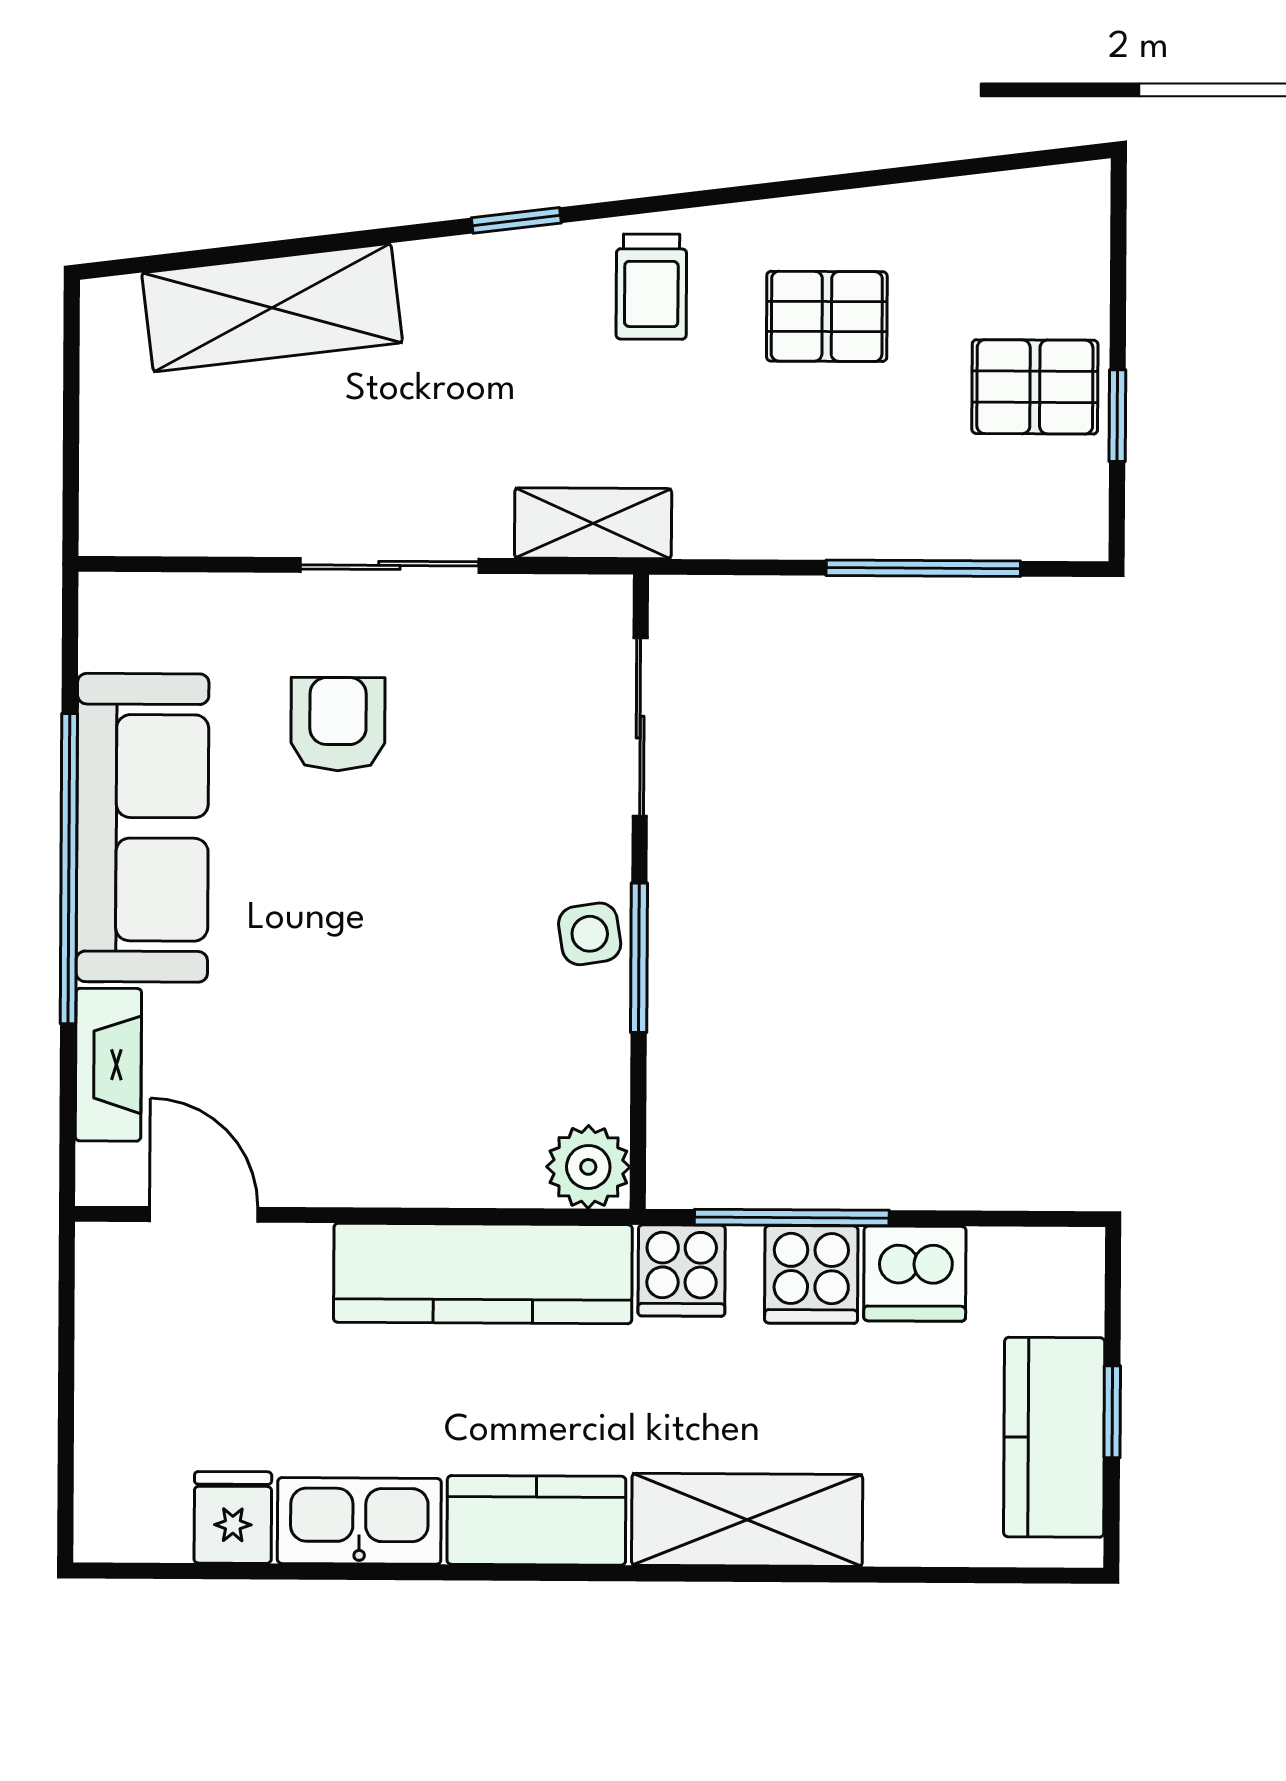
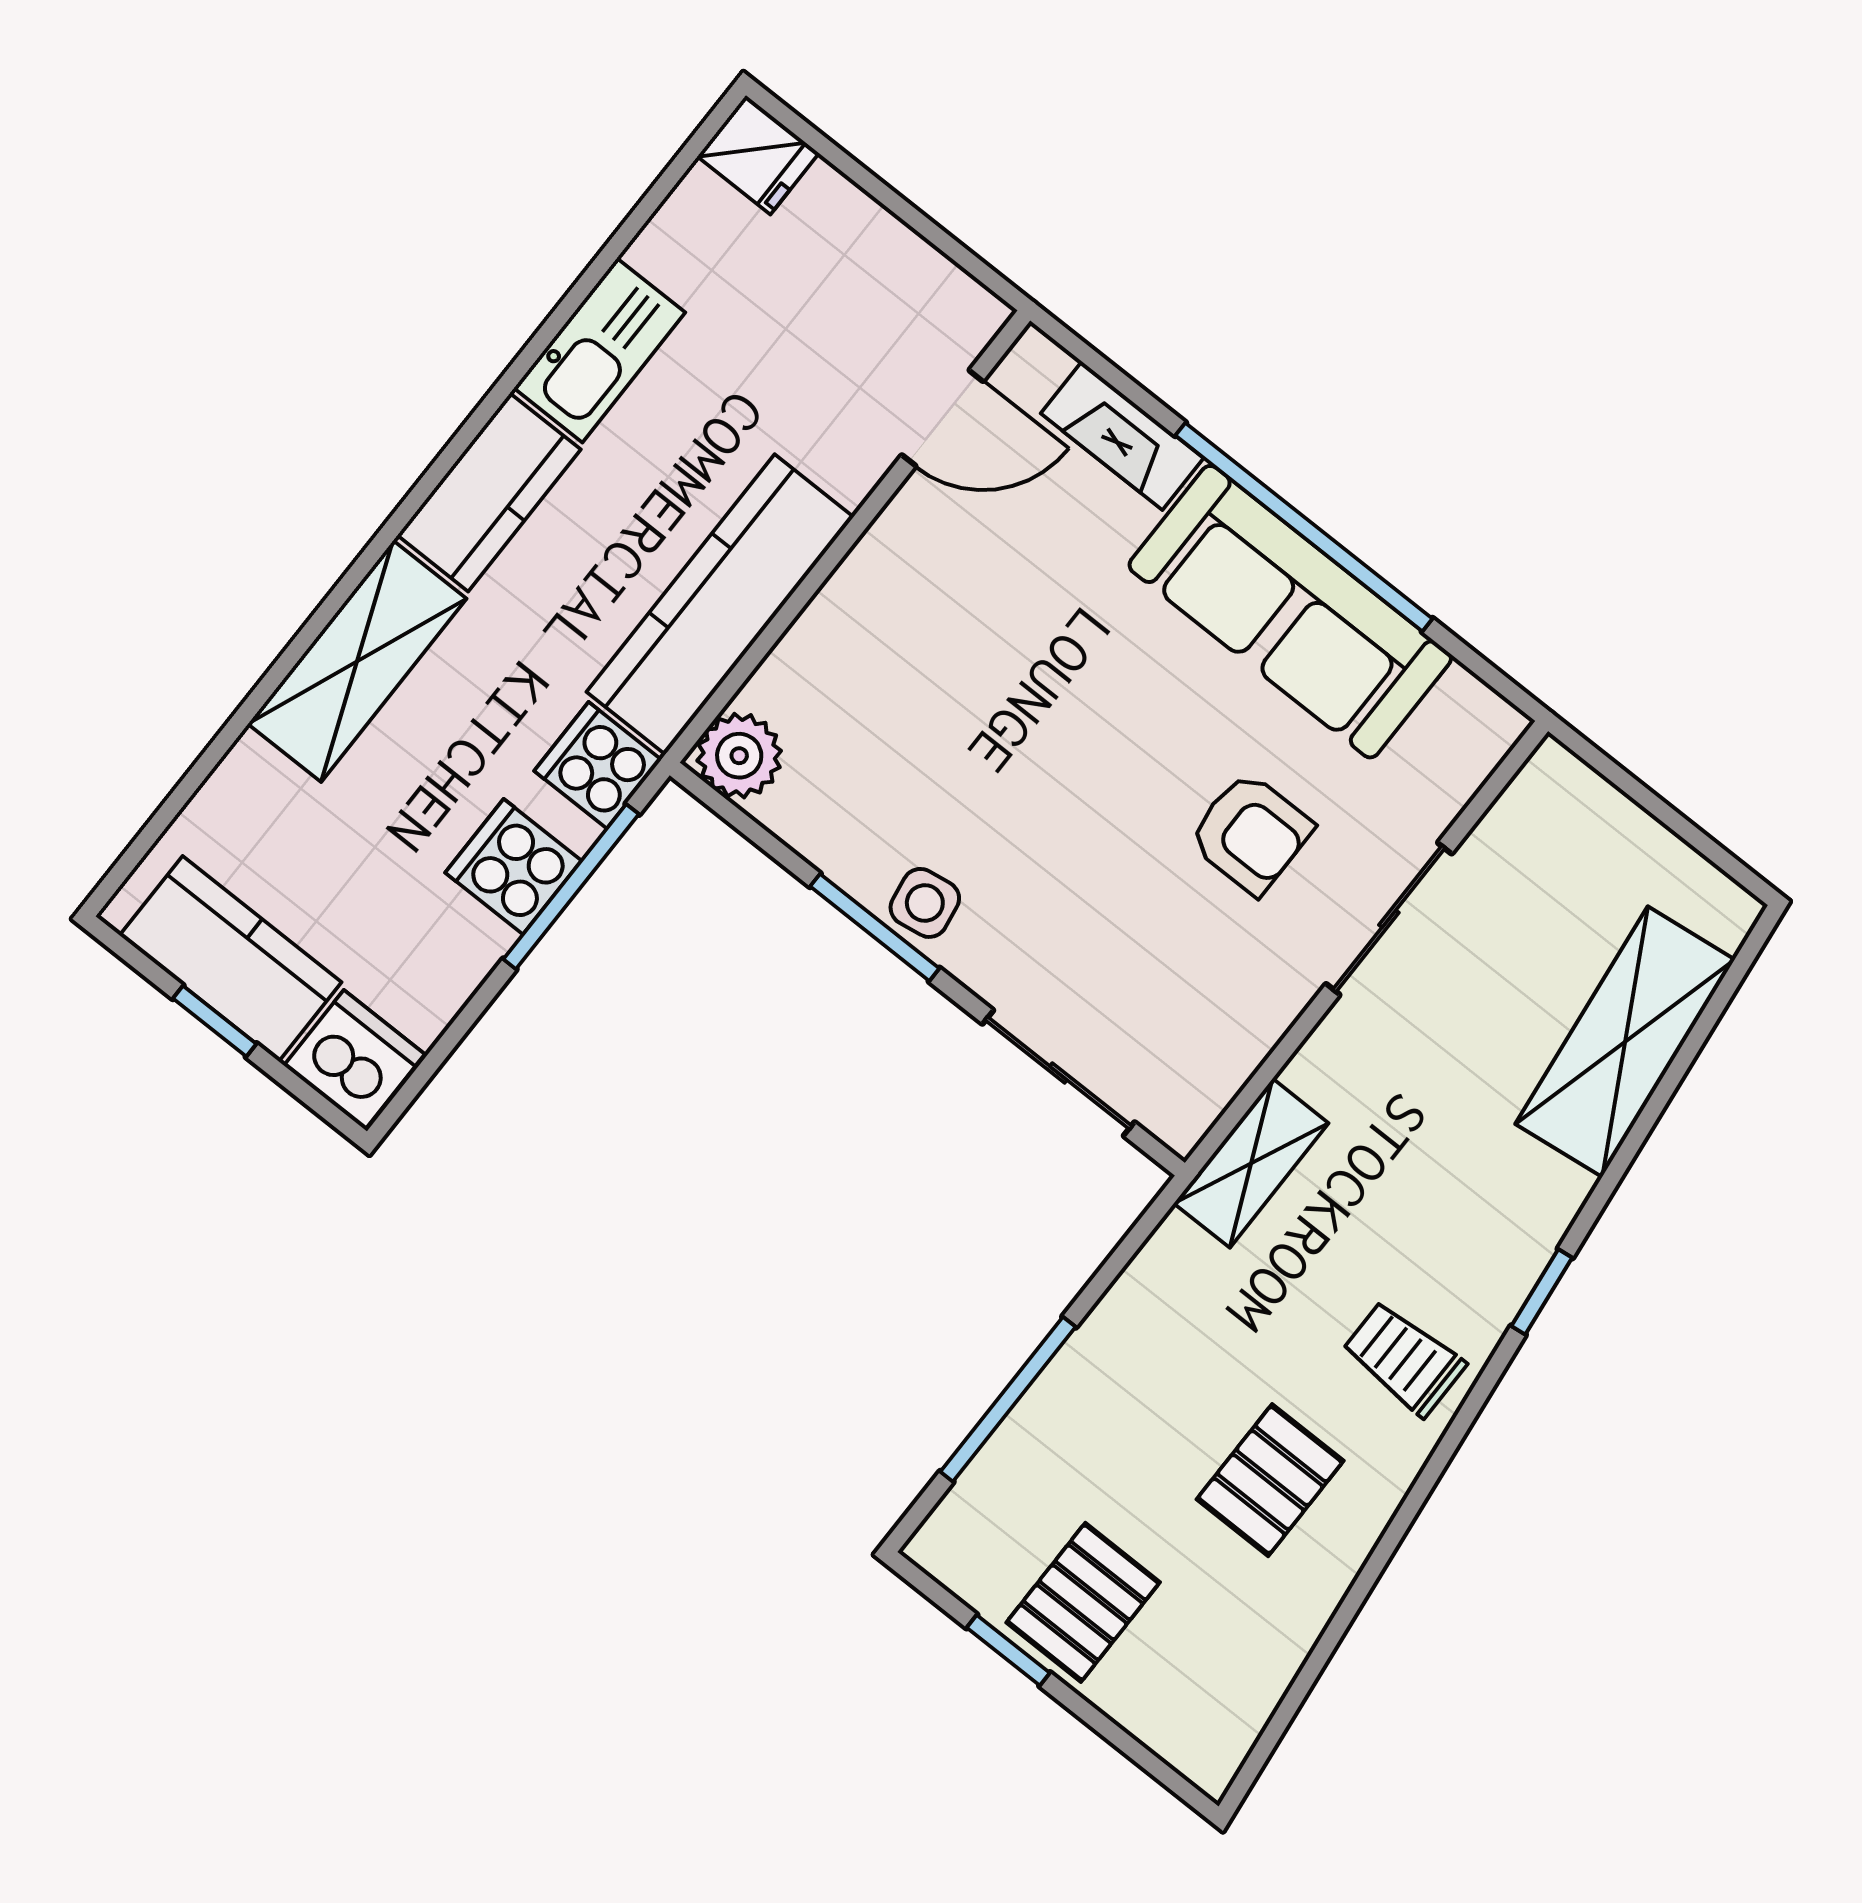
sliding door: (389, 565) -> (1389, 919), moved
dishwasher: (915, 1274) -> (354, 1060), moved, turned 90
fridge: (233, 1517) -> (758, 155), moved

